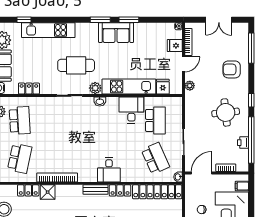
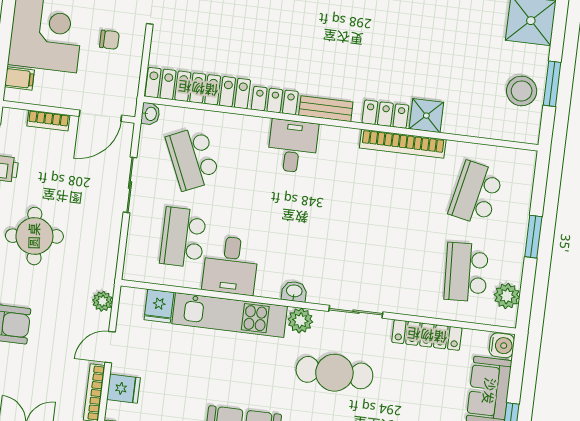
locker: (29, 89) -> (427, 335), width x1.53
locker: (28, 190) -> (385, 114), moved

